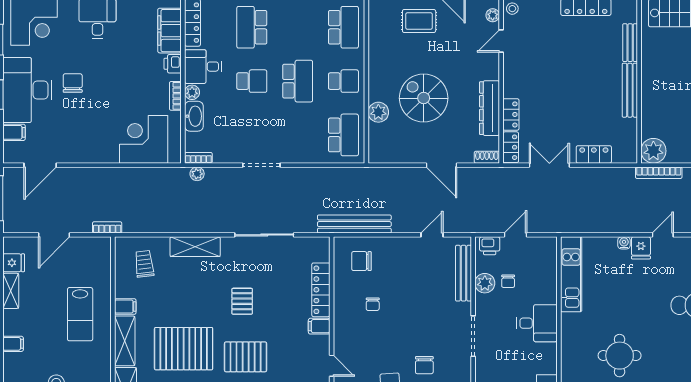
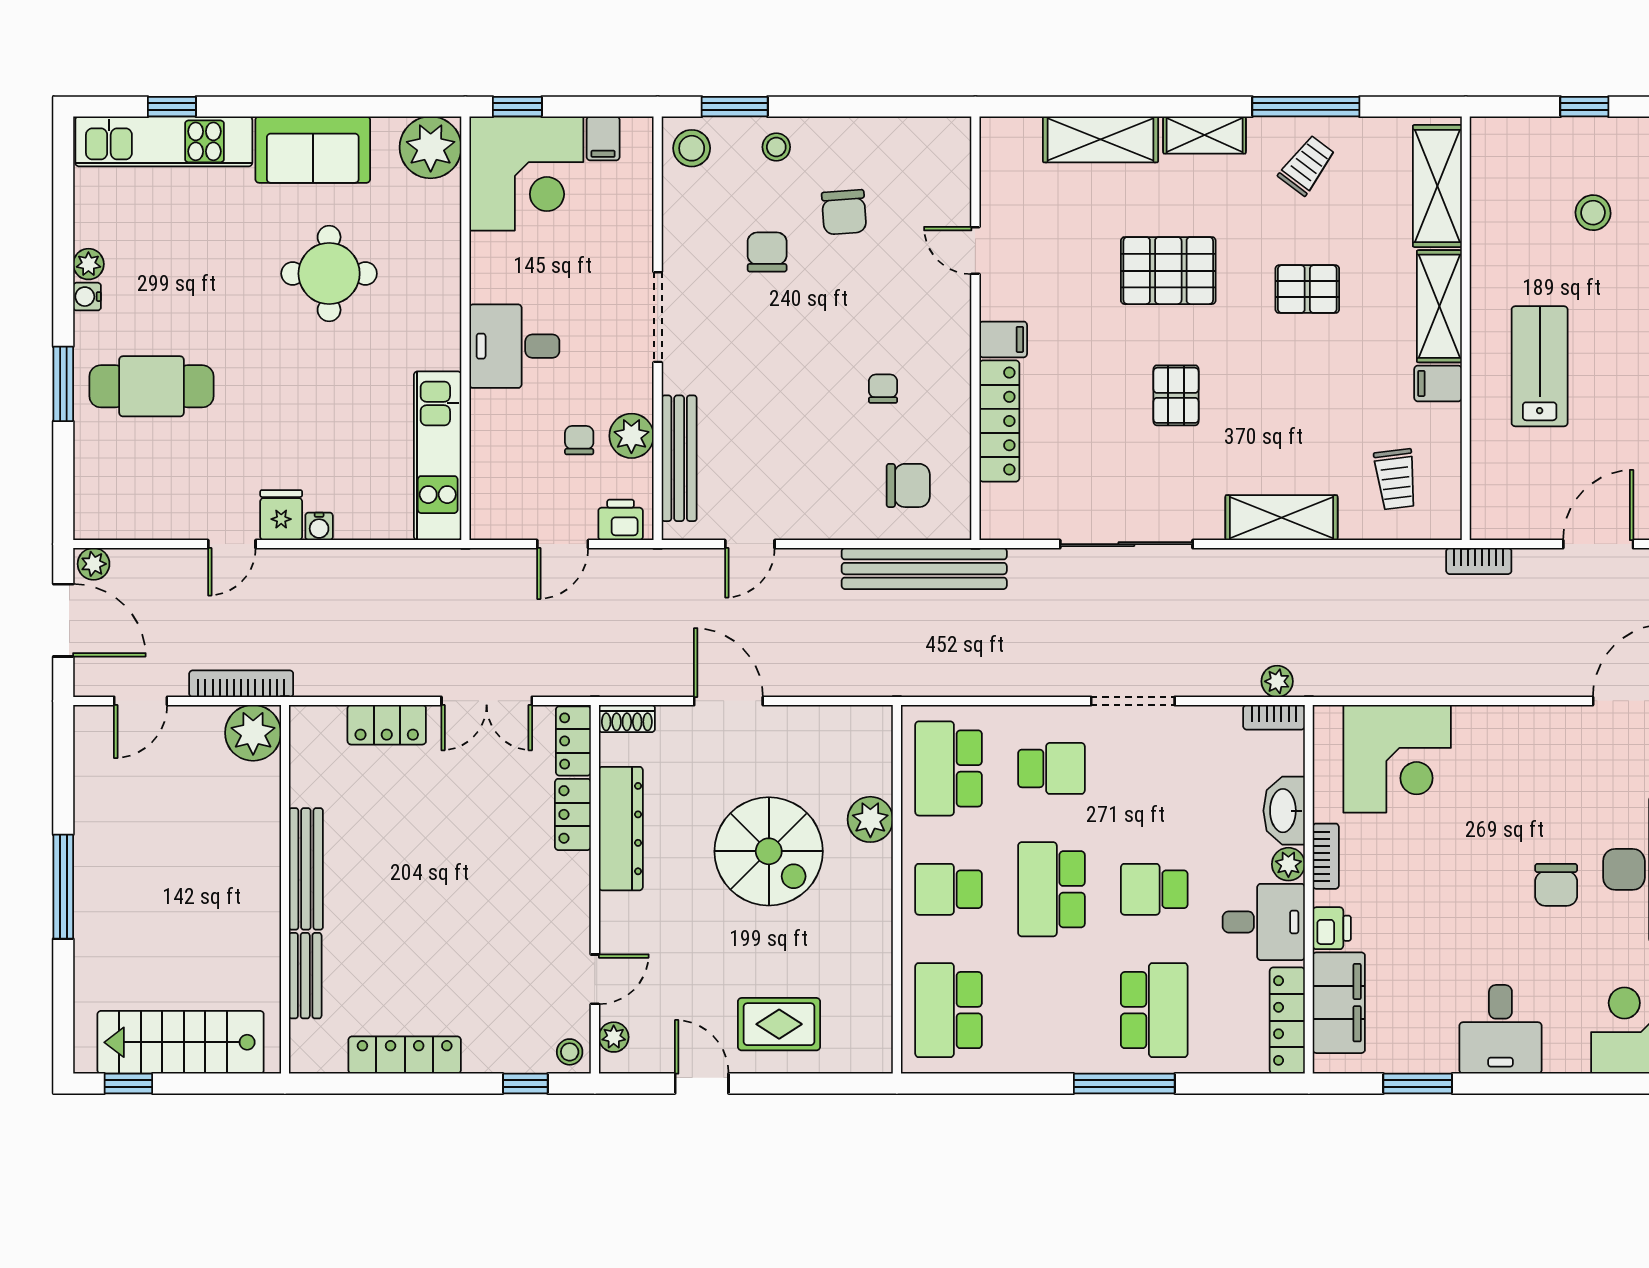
school desk: (298, 135) -> (1051, 768), added
pallet: (184, 349) -> (1307, 289), width x0.49, depth x0.50

